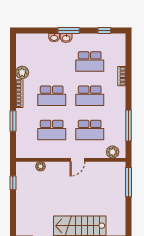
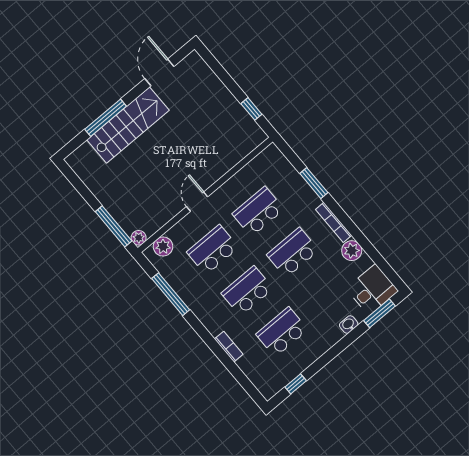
window: (69, 30) -> (379, 313), moved
washbasin: (66, 38) -> (334, 336), removed
desk: (28, 45) -> (372, 290), added
plant: (41, 166) -> (139, 238), moved

